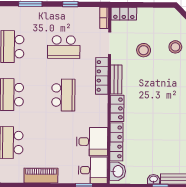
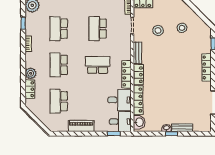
school desk: (64, 47) -> (98, 29), turned 90
locker: (102, 76) -> (127, 74), moved
school desk: (63, 95) -> (98, 65), turned -90

